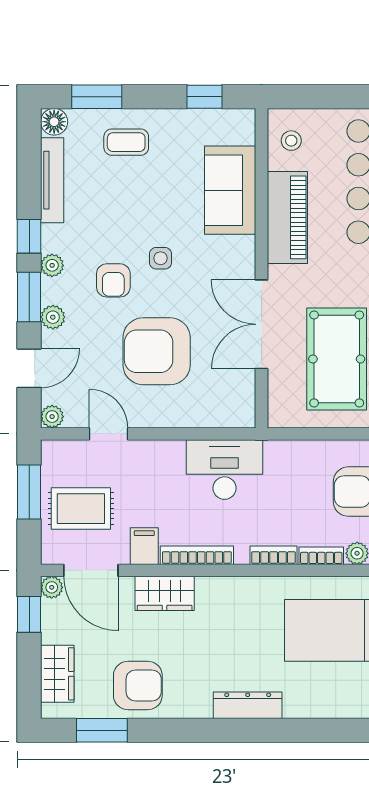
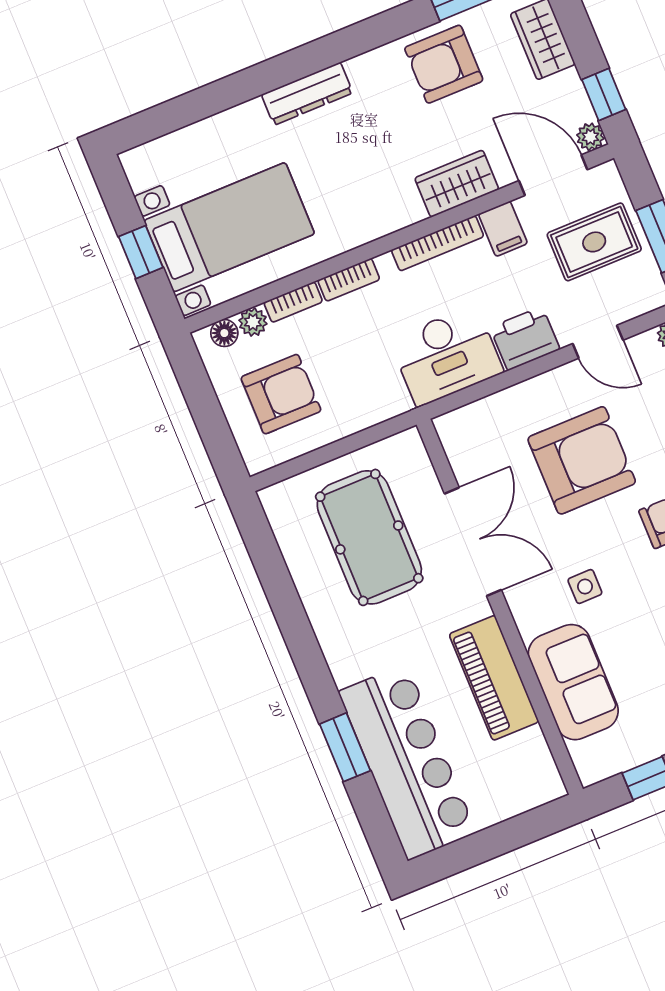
stool: (291, 141) -> (526, 769), removed
side table: (161, 258) -> (585, 587), moved
printer: (161, 458) -> (525, 338), added

